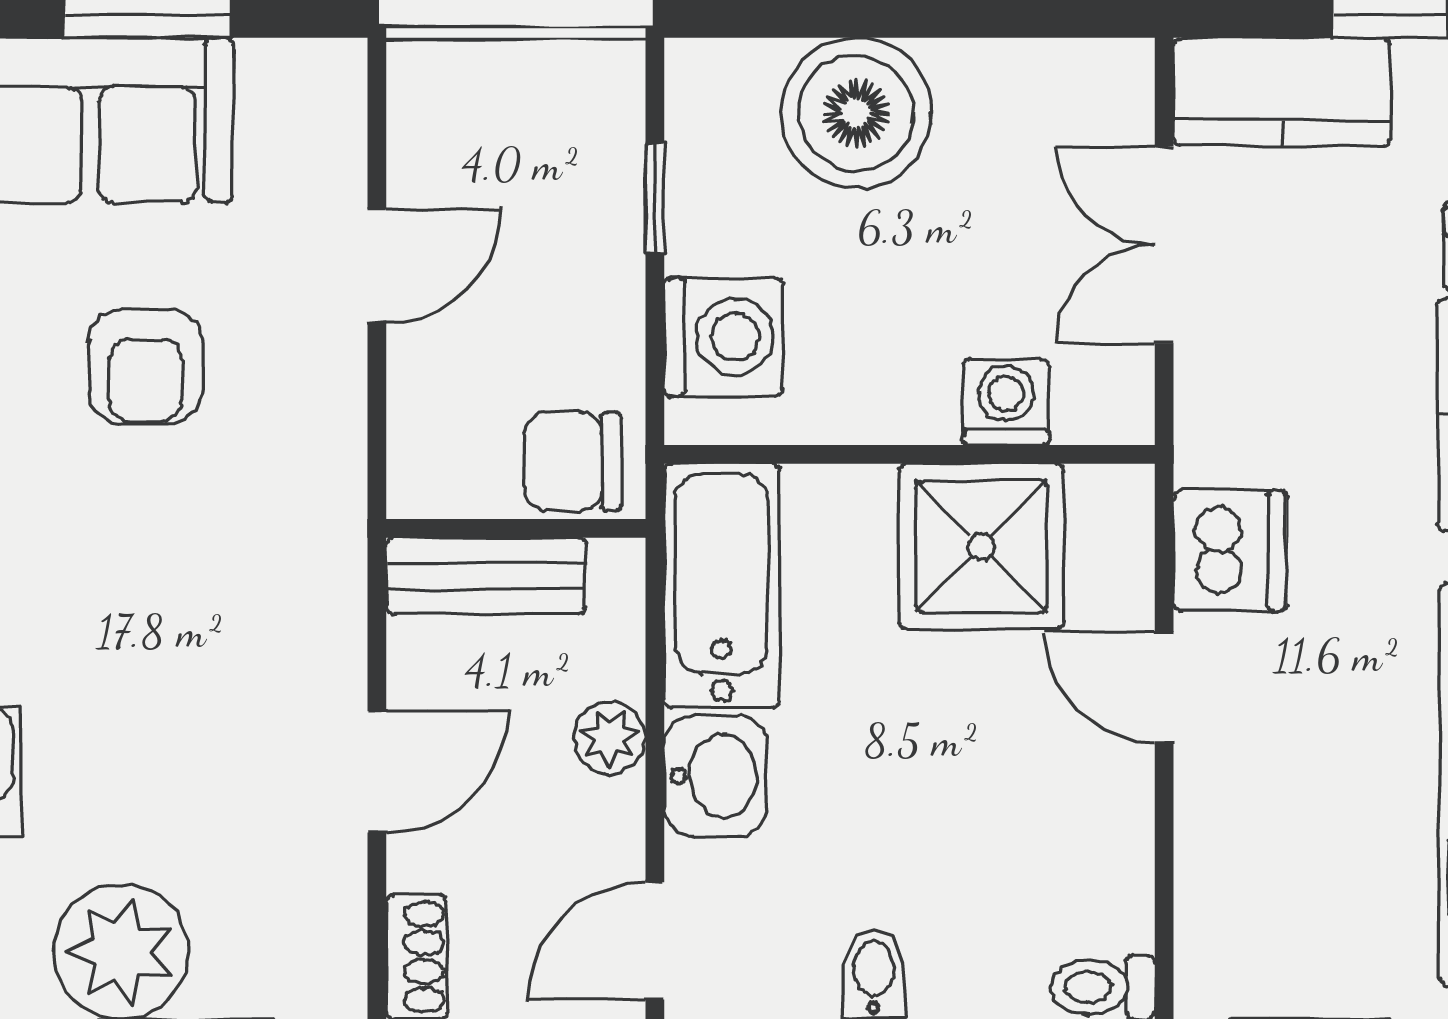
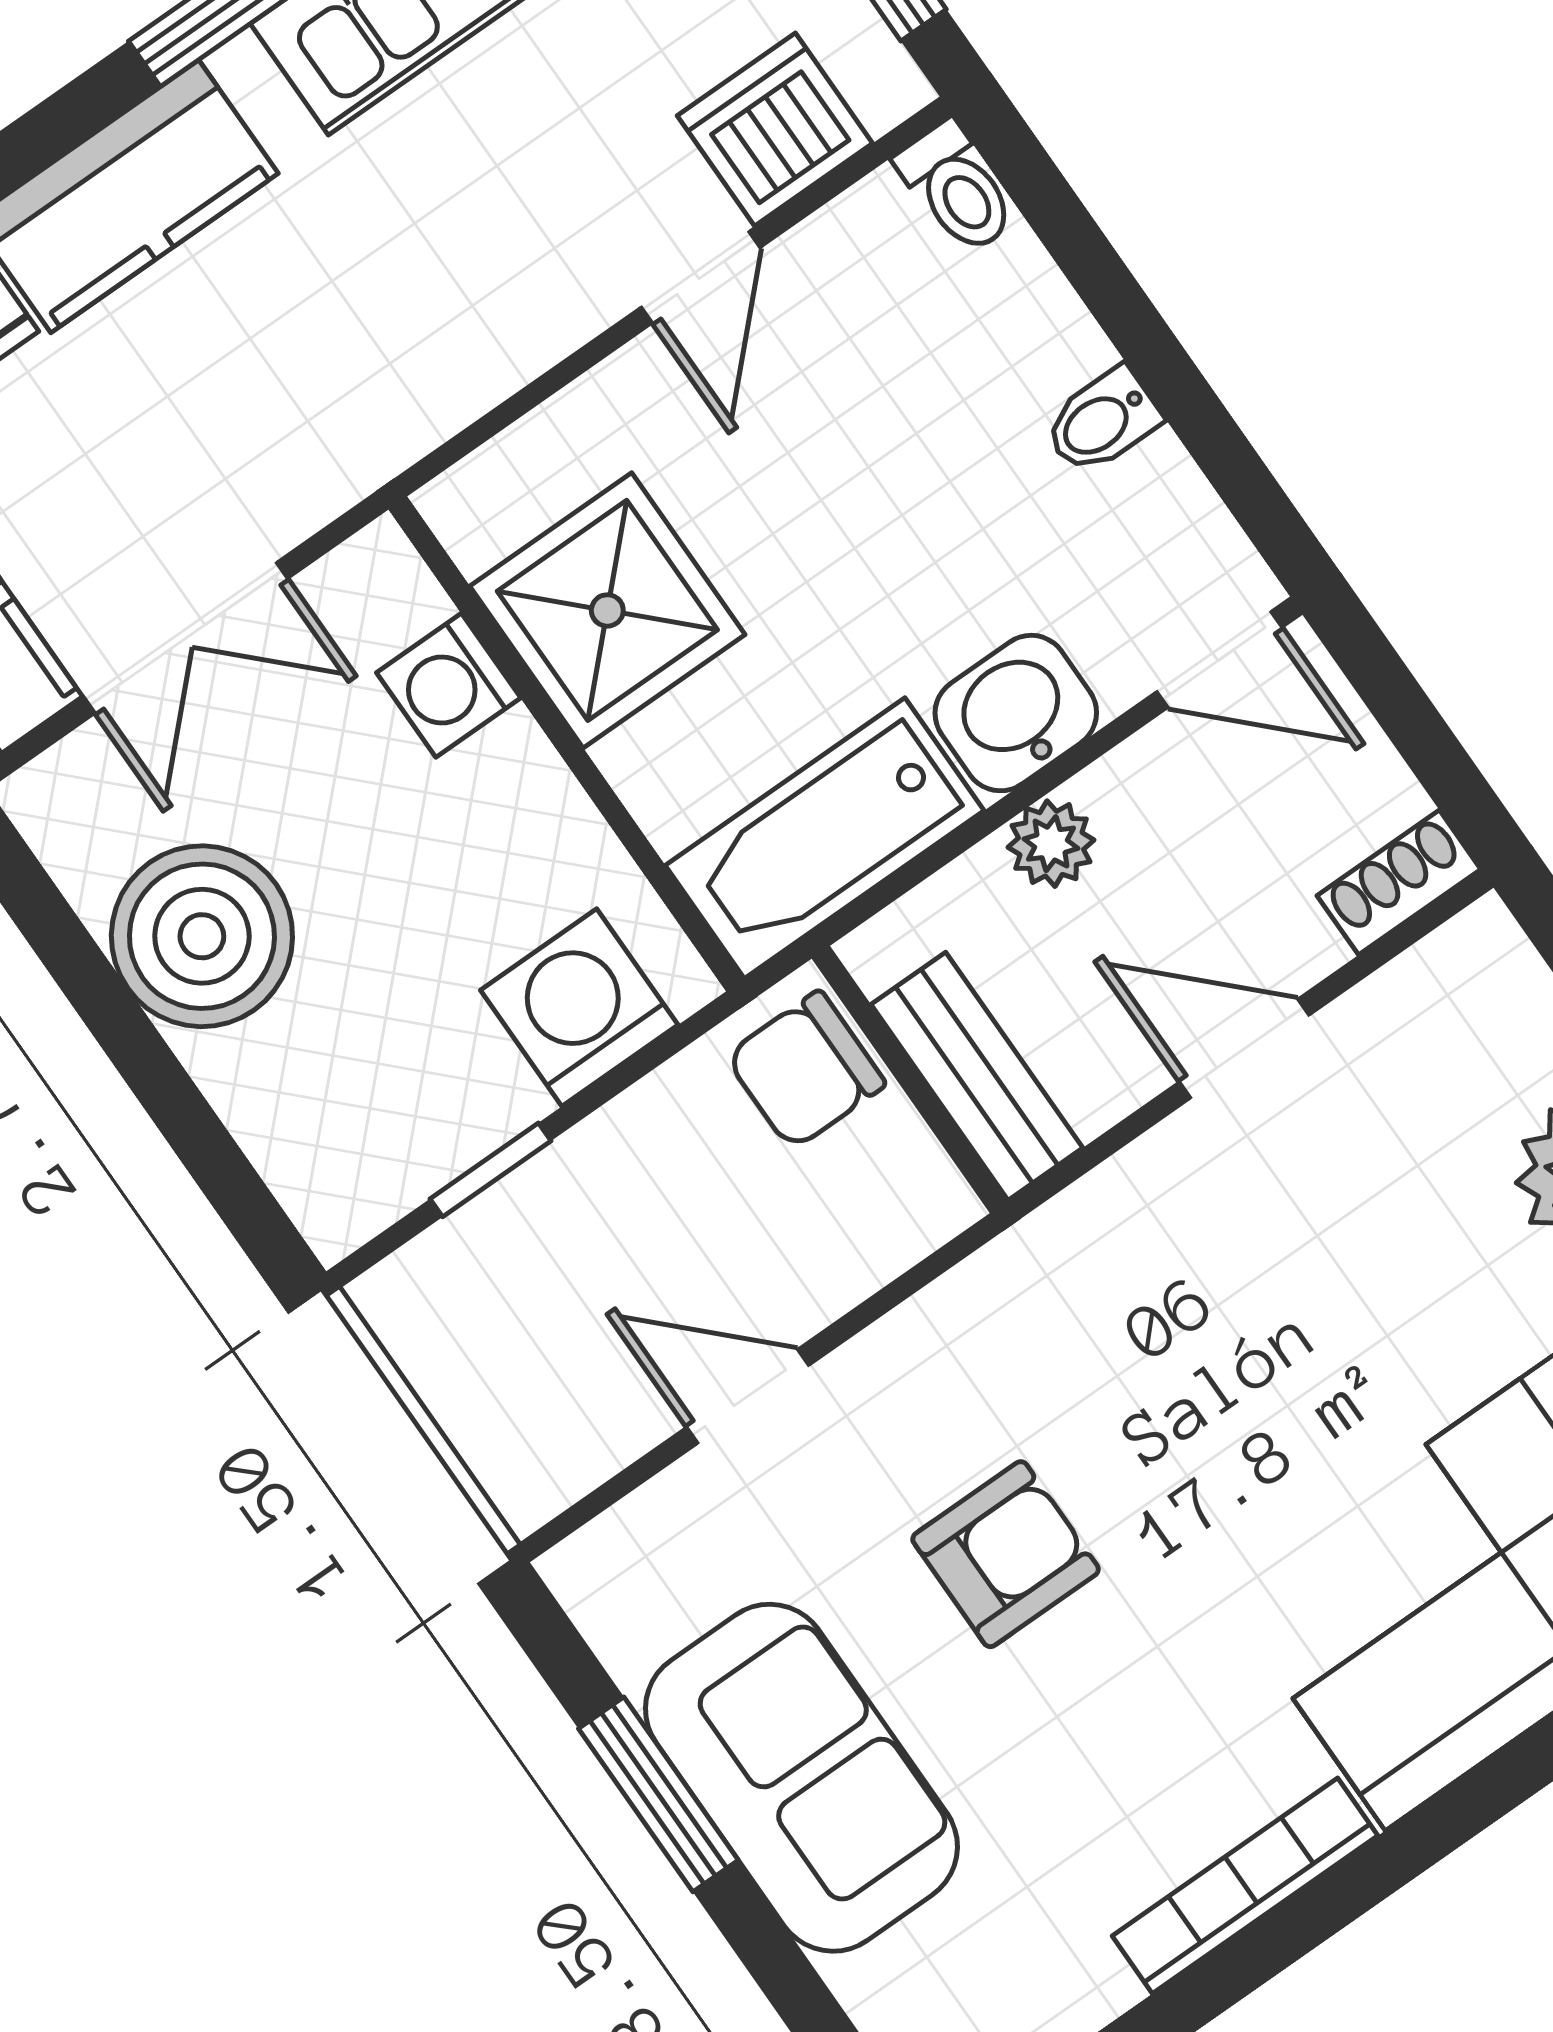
boiler: (856, 113) -> (202, 936), moved
chair: (572, 462) -> (805, 1070), turned 90
dishwasher: (1230, 551) -> (775, 129), moved
door: (1164, 687) -> (701, 277), moved

